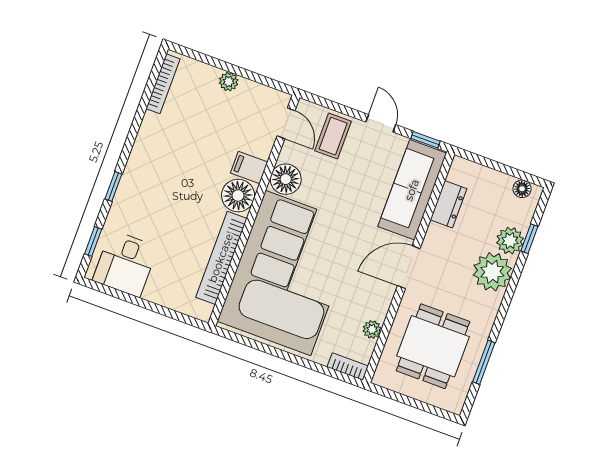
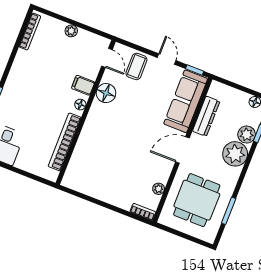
floor lamp: (238, 196) -> (80, 105), width x0.53, depth x0.53
dresser: (448, 204) -> (206, 116), width x1.44
corner sofa: (288, 273) -> (106, 152), removed

